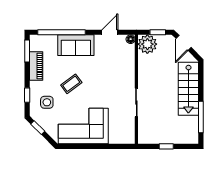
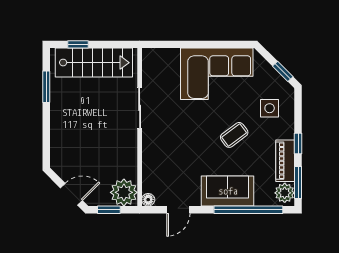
door: (184, 43) -> (71, 194), hinge flipped
plant: (37, 44) -> (285, 193), added
stairs: (188, 89) -> (94, 63), moved, turned 90
window: (27, 95) -> (298, 144), moved
window: (201, 117) -> (46, 87), width x0.69
window: (166, 146) -> (78, 44), moved

